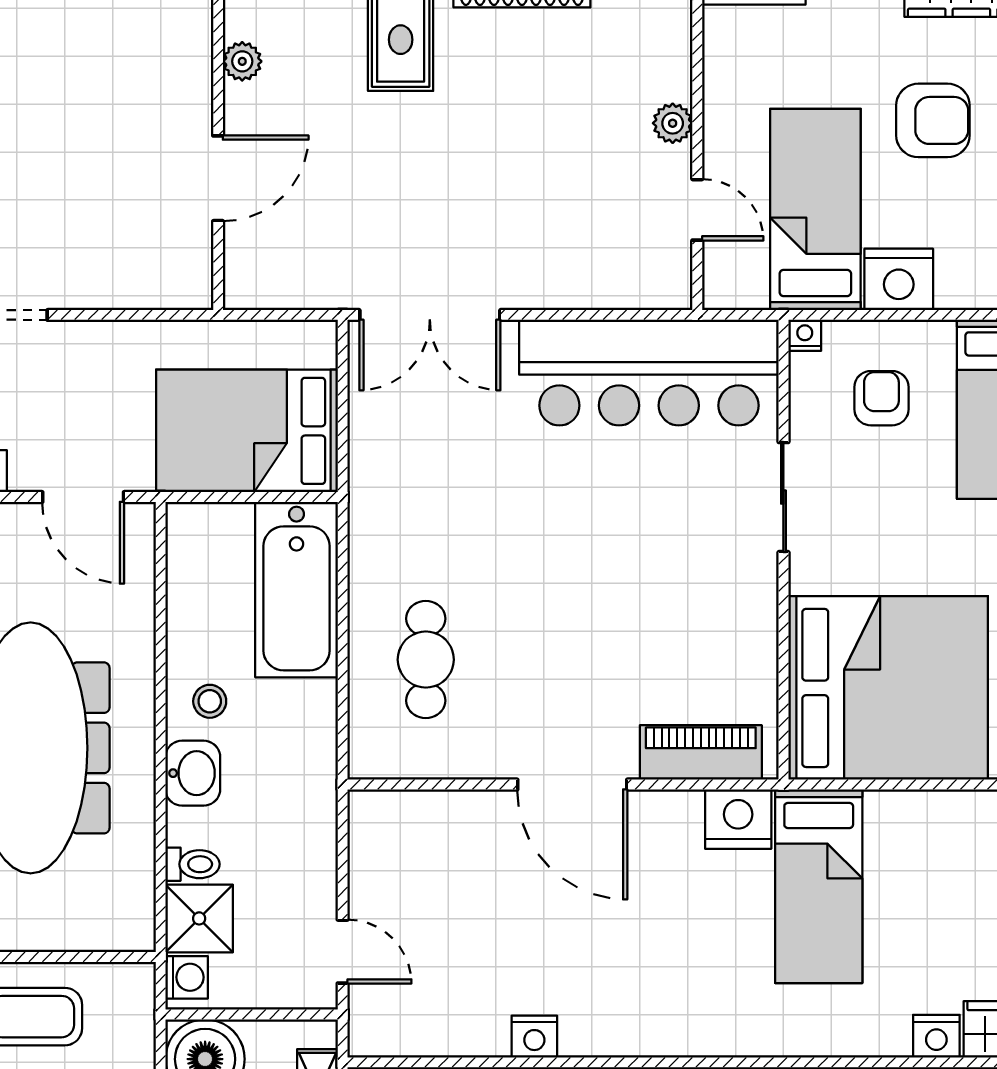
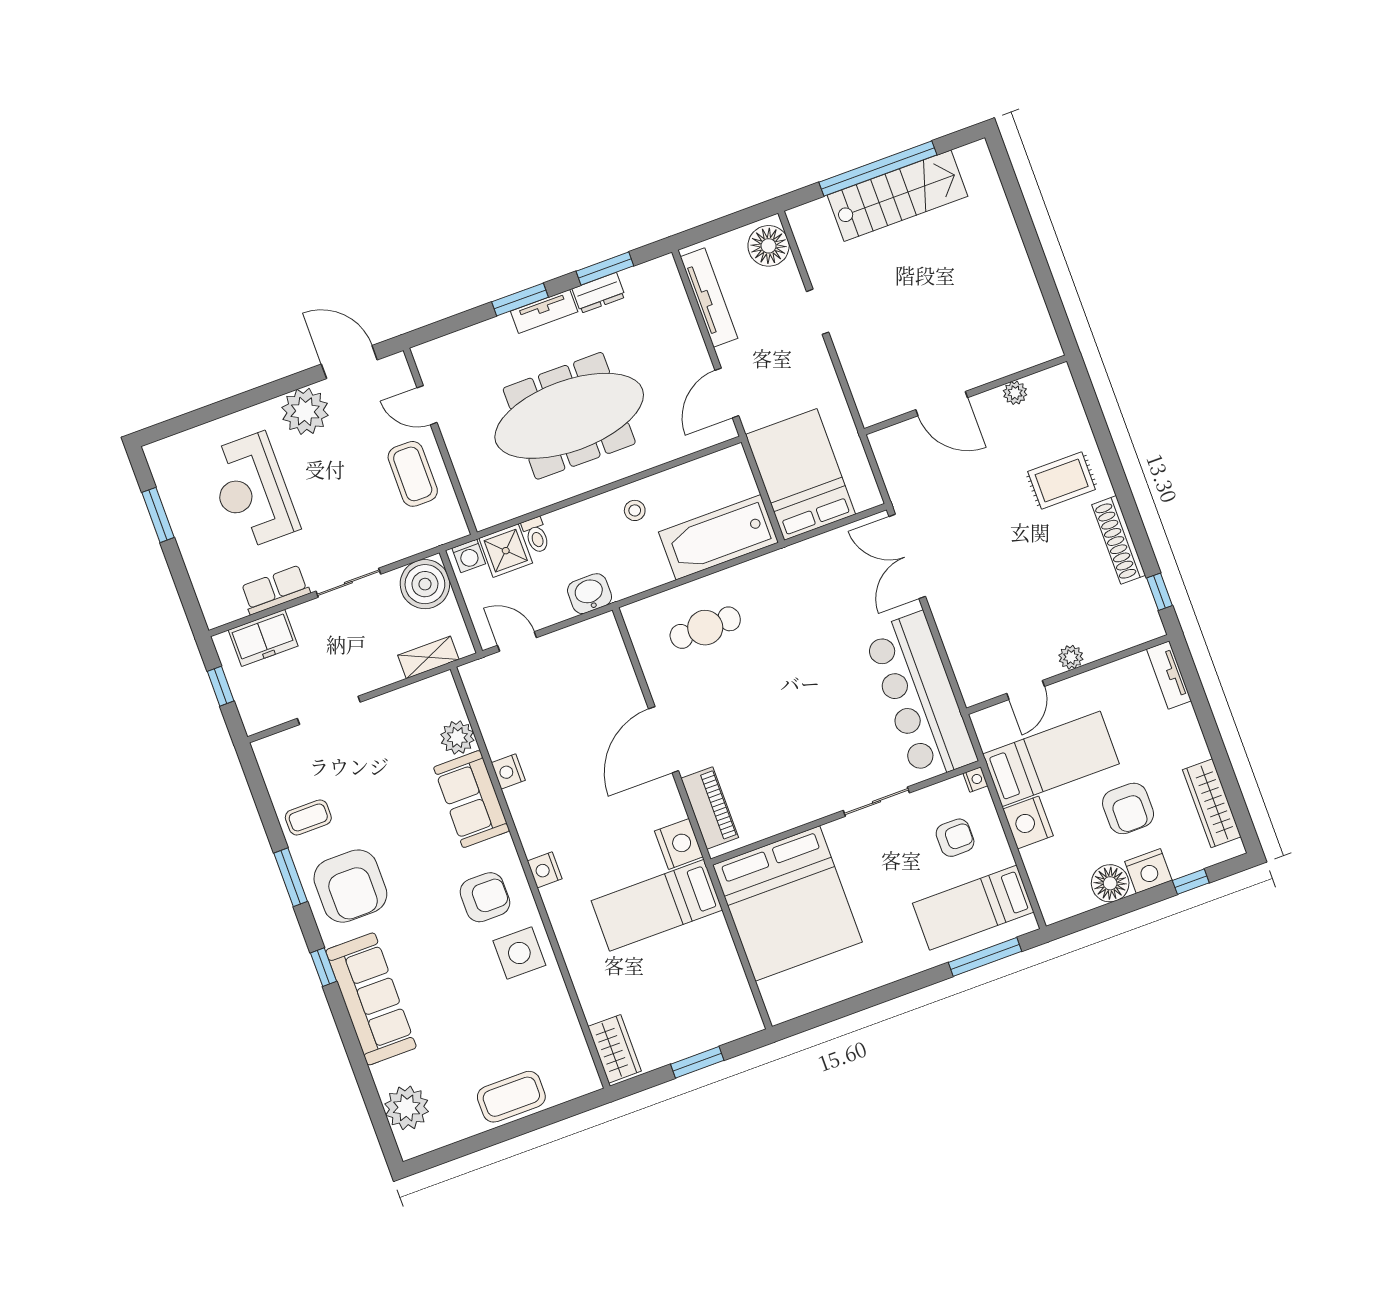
washbasin: (193, 773) -> (590, 594), moved, turned 180
door: (343, 952) -> (517, 641), swing flipped
nightstand: (936, 1036) -> (545, 870), moved

